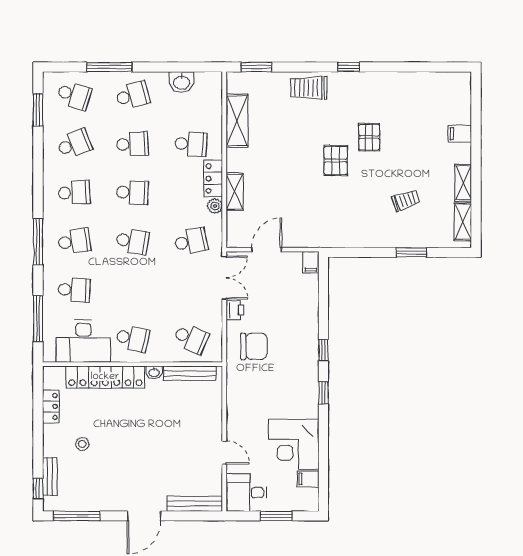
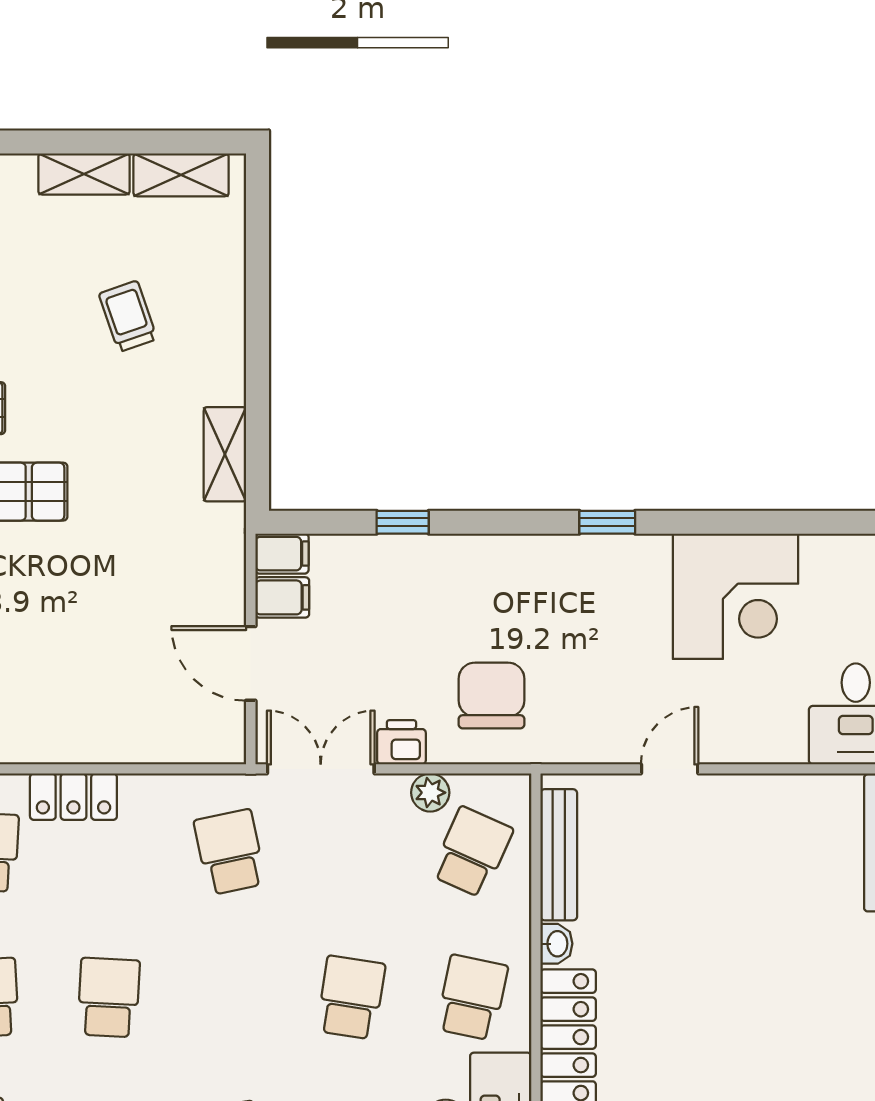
shelving: (235, 192) -> (225, 454), moved, turned 90
plant: (215, 206) -> (430, 793), moved
school desk: (133, 241) -> (351, 998), moved
window: (411, 252) -> (258, 303), removed
window: (323, 350) -> (403, 522), moved
door: (224, 453) -> (670, 769), moved
filing cabinet: (308, 479) -> (282, 597), moved, turned -90

